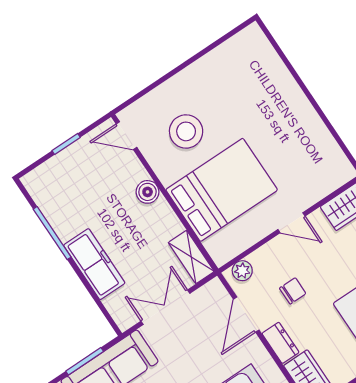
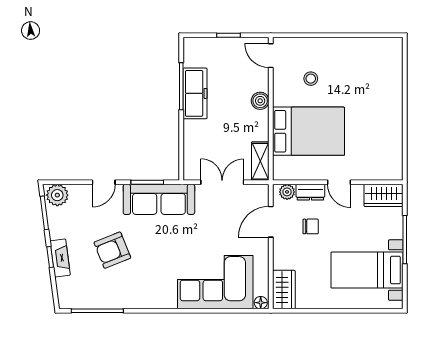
stool: (186, 131) -> (311, 79), width x0.53, depth x0.53
freezer: (94, 264) -> (195, 93), moved
dresser: (281, 343) -> (310, 192), moved, turned 90

